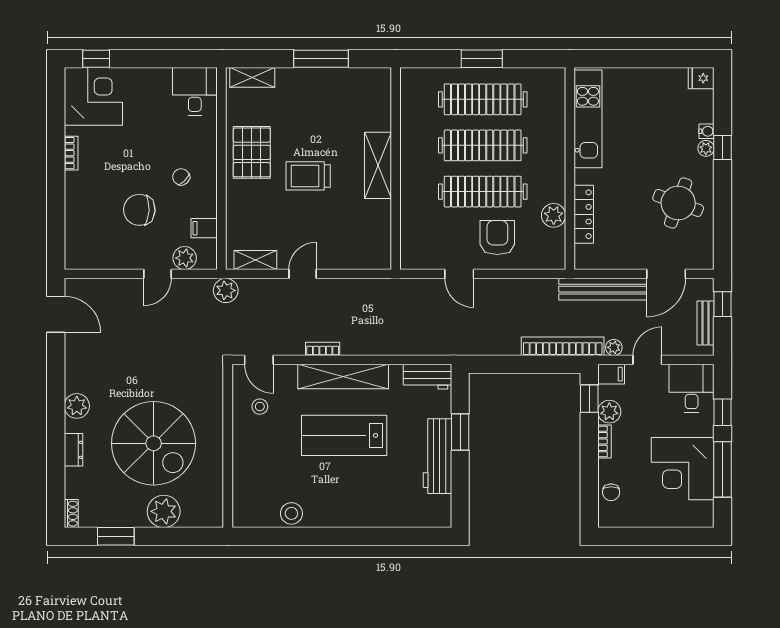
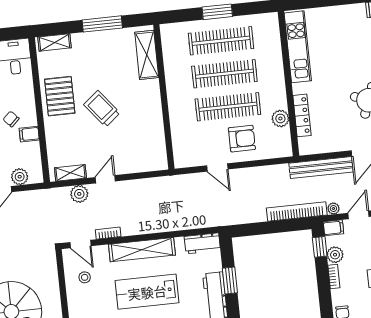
shelving: (378, 165) -> (147, 55), moved
trolley: (308, 176) -> (102, 109), turned 51
filing cabinet: (204, 228) -> (29, 134), moved
armchair: (497, 238) -> (242, 139), turned 90
plant: (226, 290) -> (79, 194), moved
bookcase: (323, 349) -> (108, 233), moved

